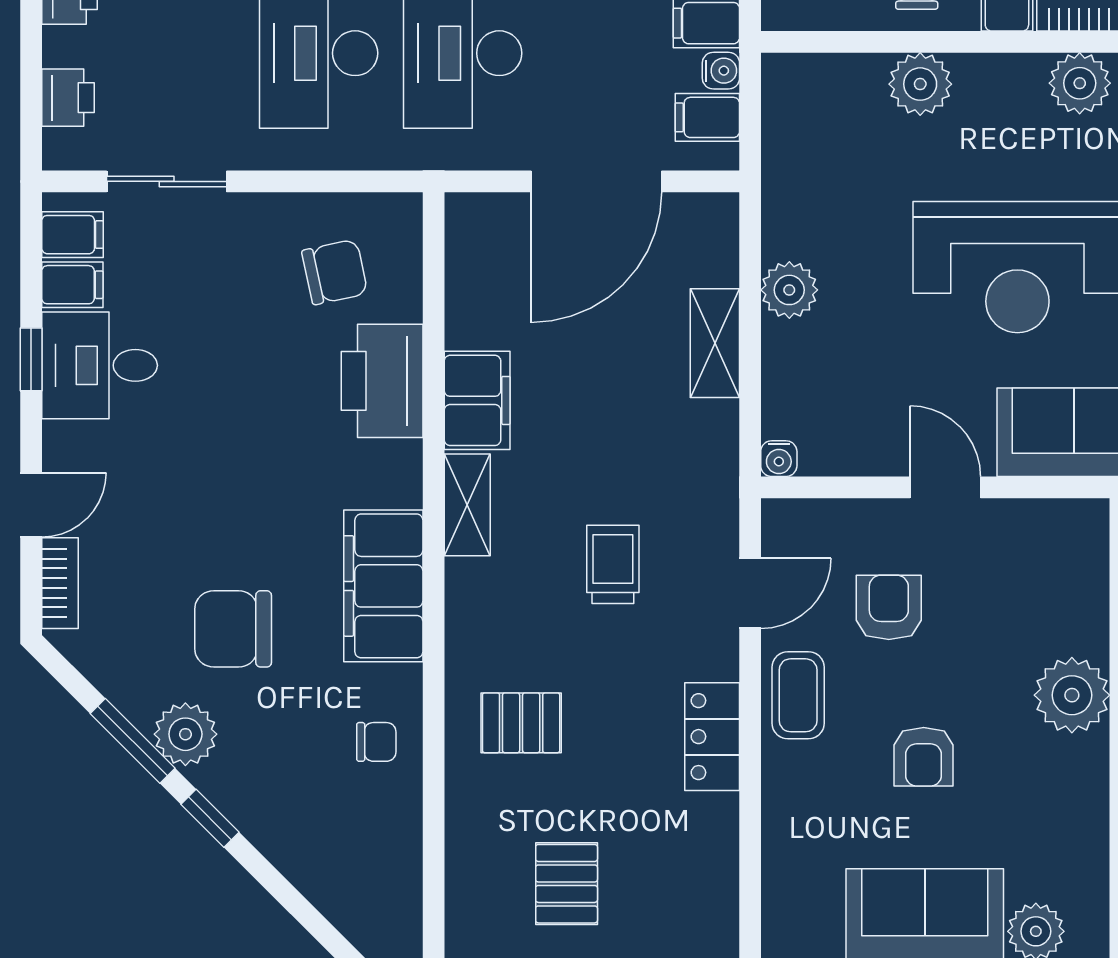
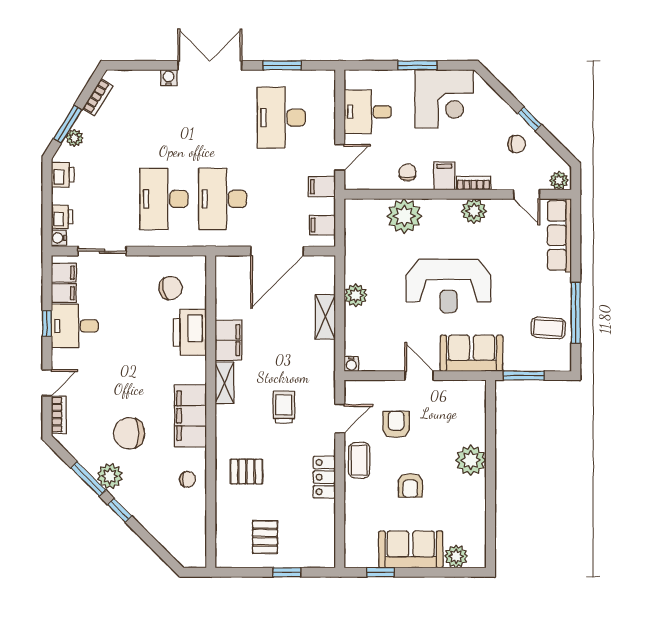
water cooler: (721, 71) -> (59, 238), moved, turned 180
plant: (920, 84) -> (404, 216), width x1.36, depth x1.36

